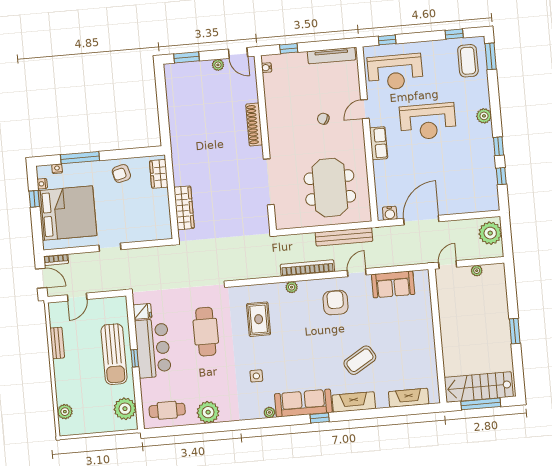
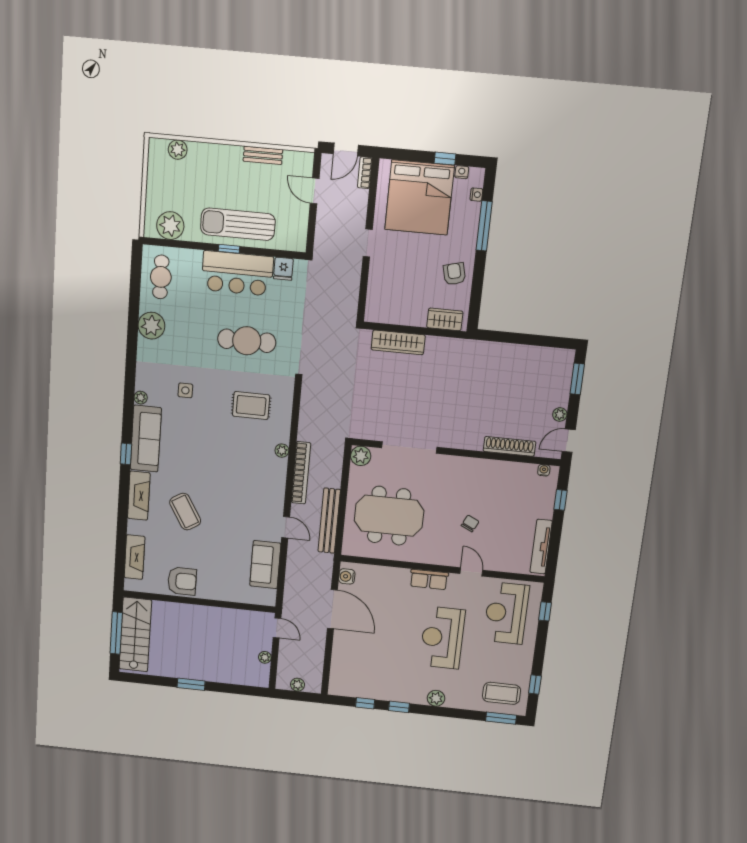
shoe rack: (254, 125) -> (509, 446), moved
plant: (283, 221) -> (361, 456), added
plant: (490, 233) -> (298, 685), width x0.53, depth x0.53
armchair: (335, 303) -> (182, 581), moved

